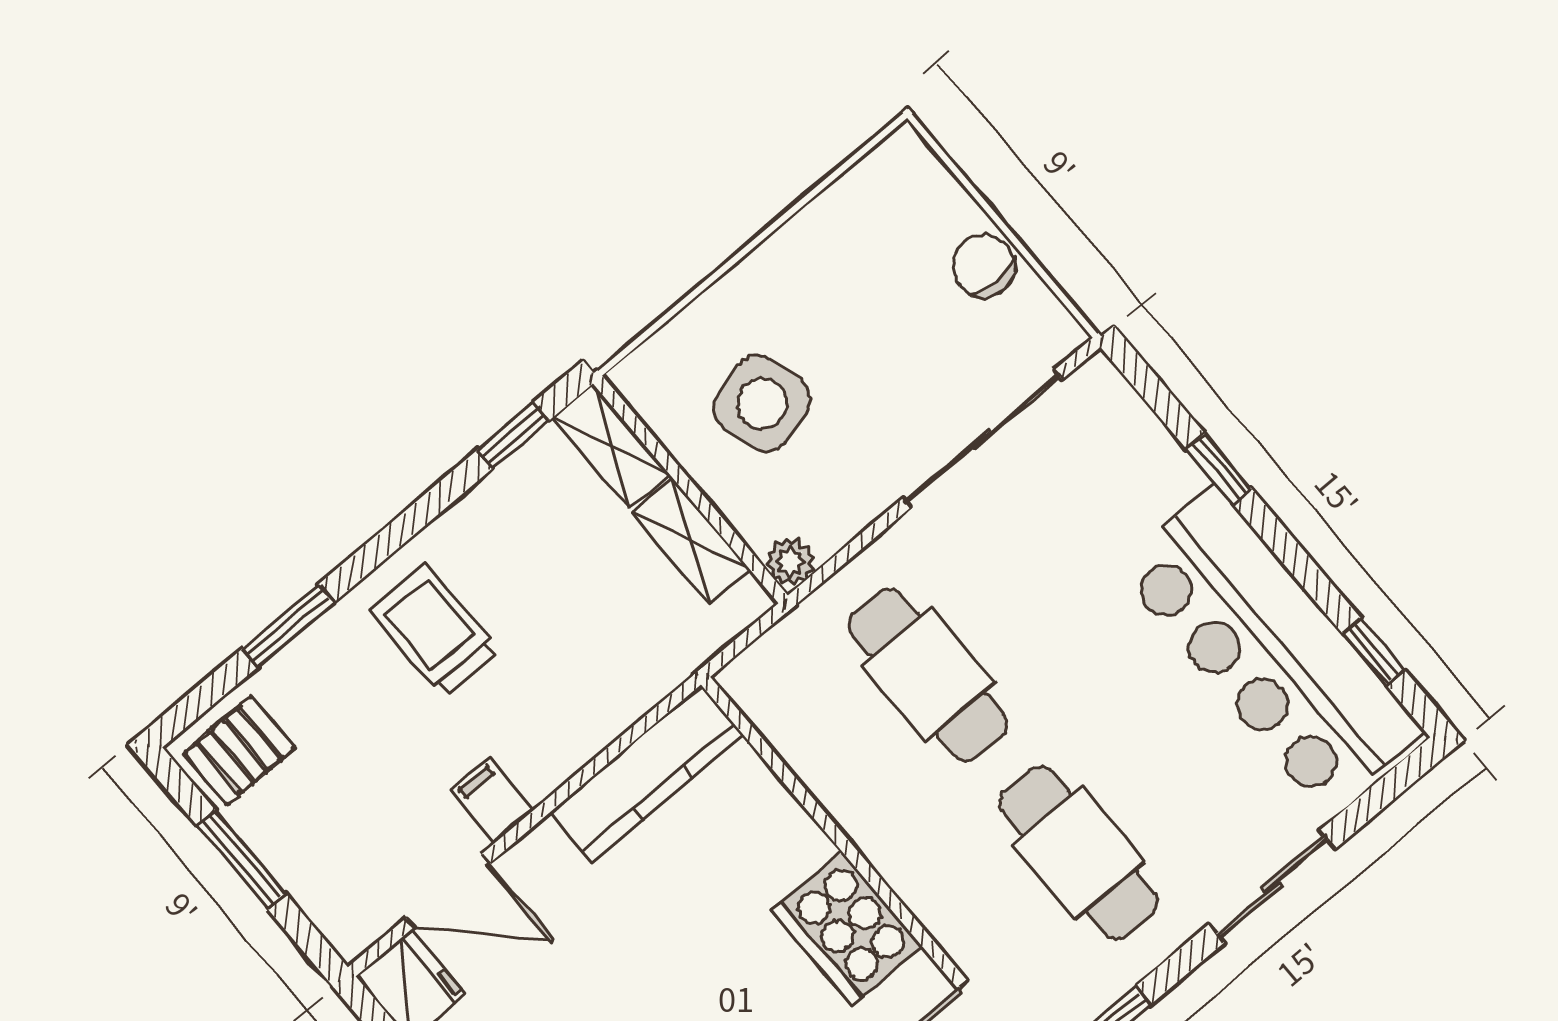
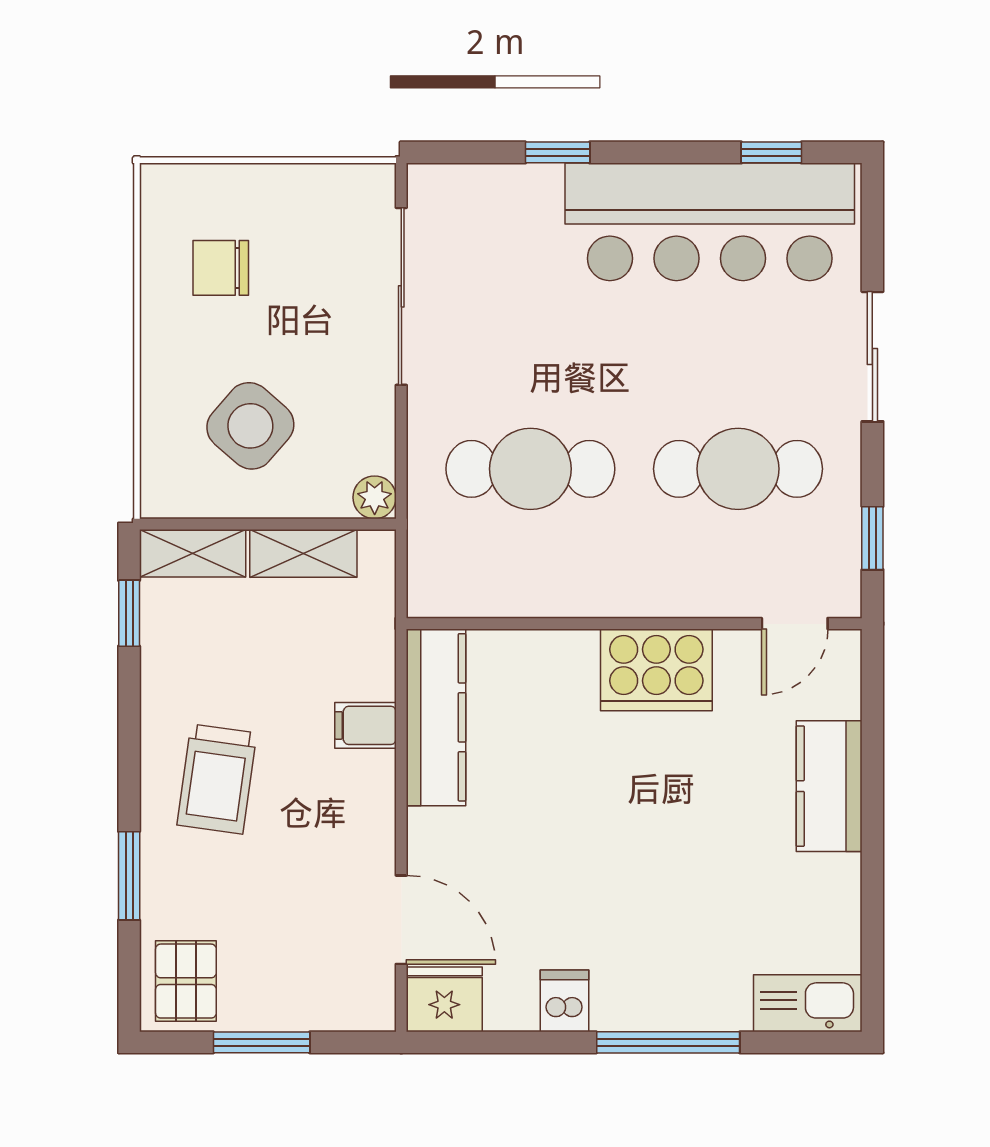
chair: (984, 266) -> (221, 268), moved
side table: (762, 403) -> (250, 426), turned -34
trolley: (435, 631) -> (217, 779), turned -82
filing cabinet: (492, 801) -> (365, 725), moved
door: (448, 891) -> (401, 920), hinge flipped

